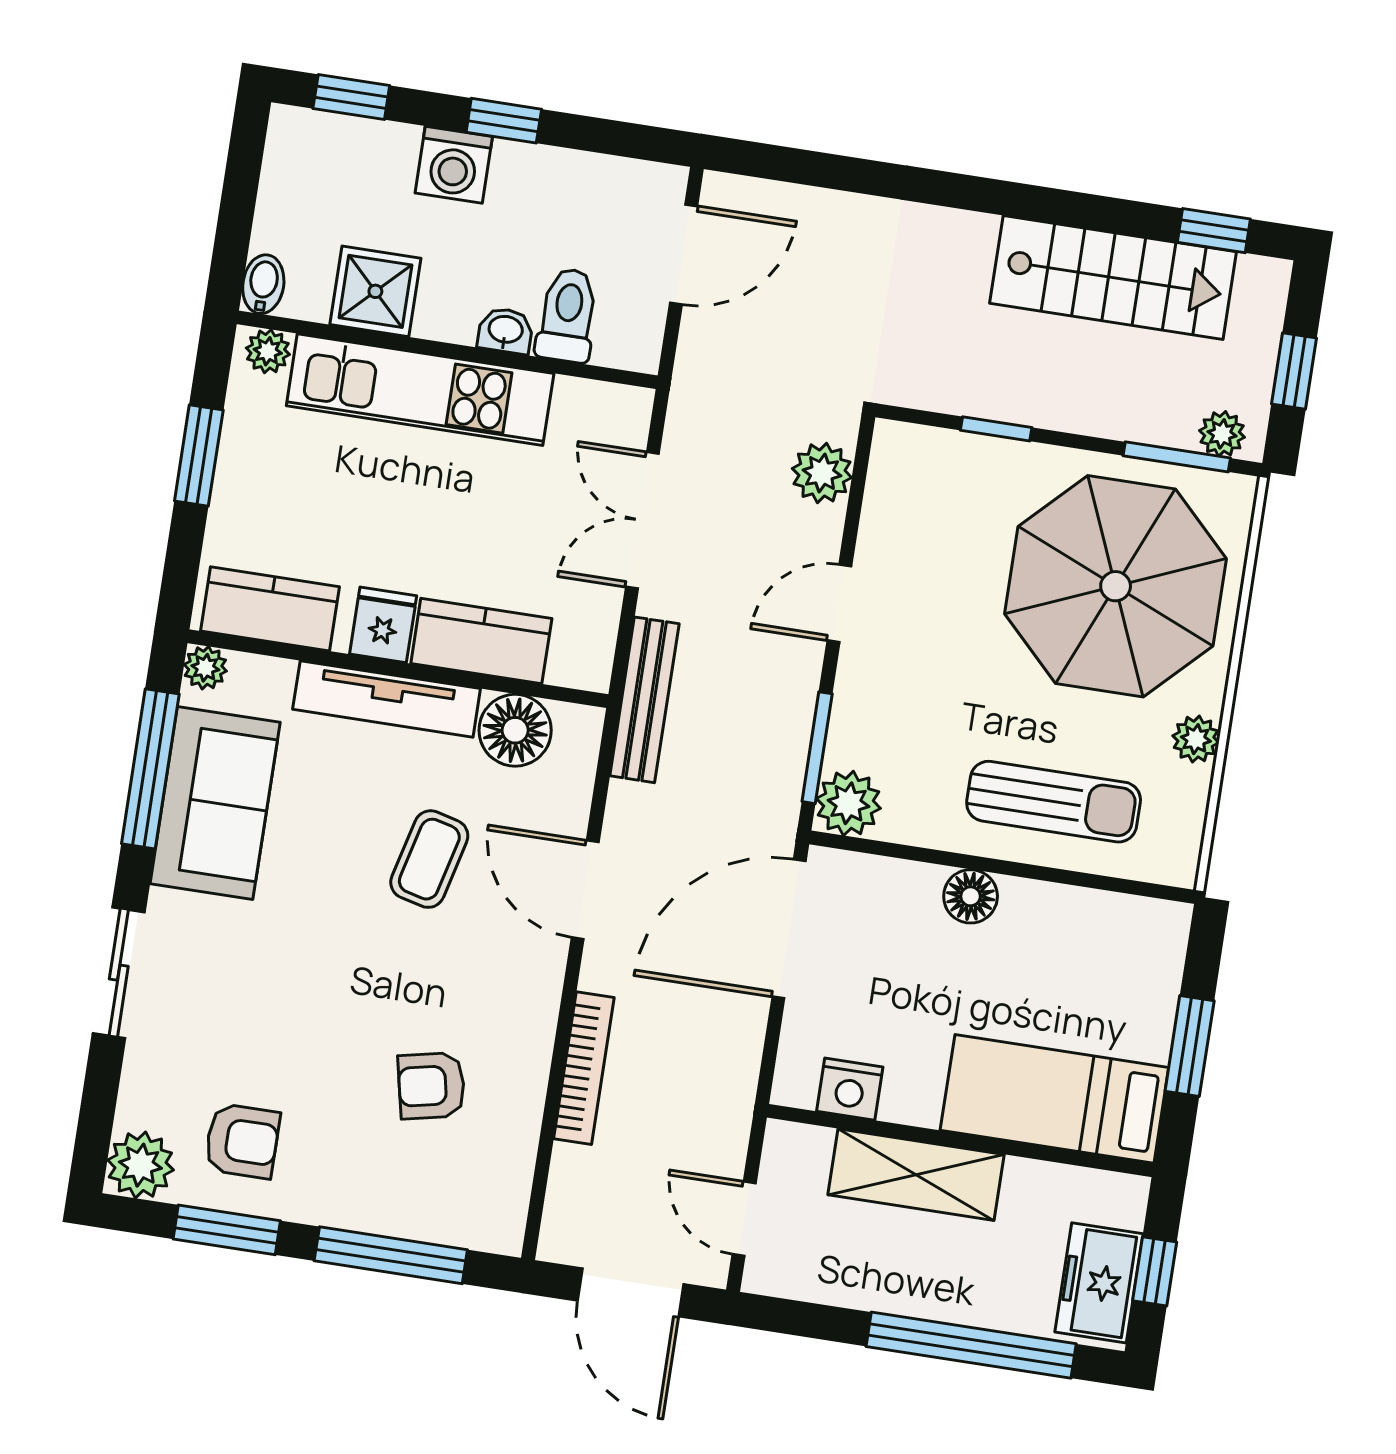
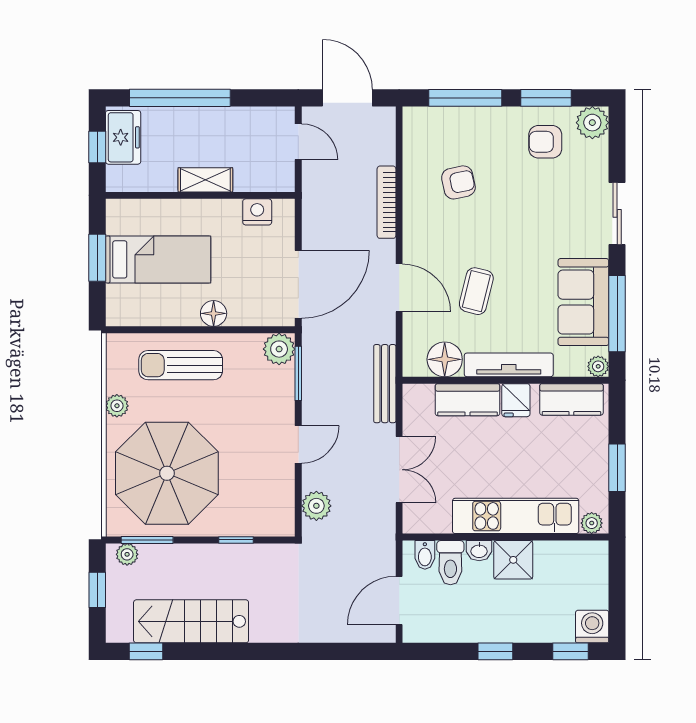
washing machine: (454, 165) -> (592, 627), moved
bidet: (263, 284) -> (425, 555), moved
shower: (375, 291) -> (513, 560), moved
bed: (1054, 1099) -> (158, 259), moved
shelving: (916, 1175) -> (205, 180), width x0.67, depth x0.75

